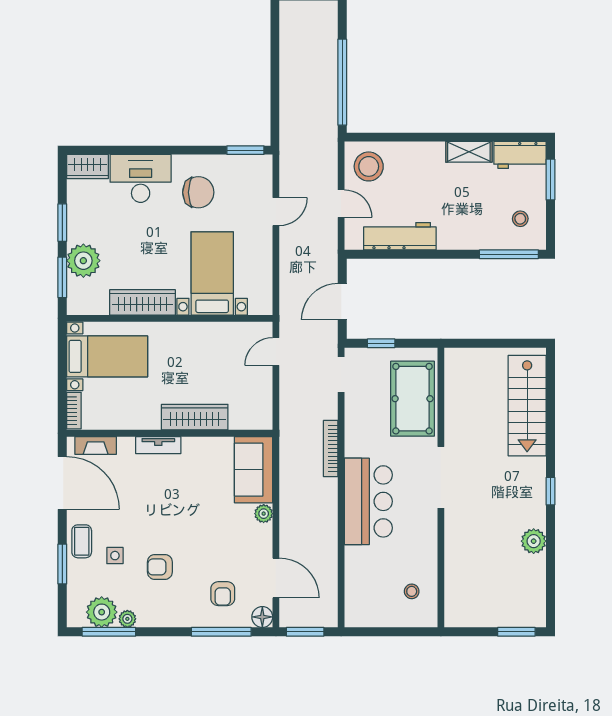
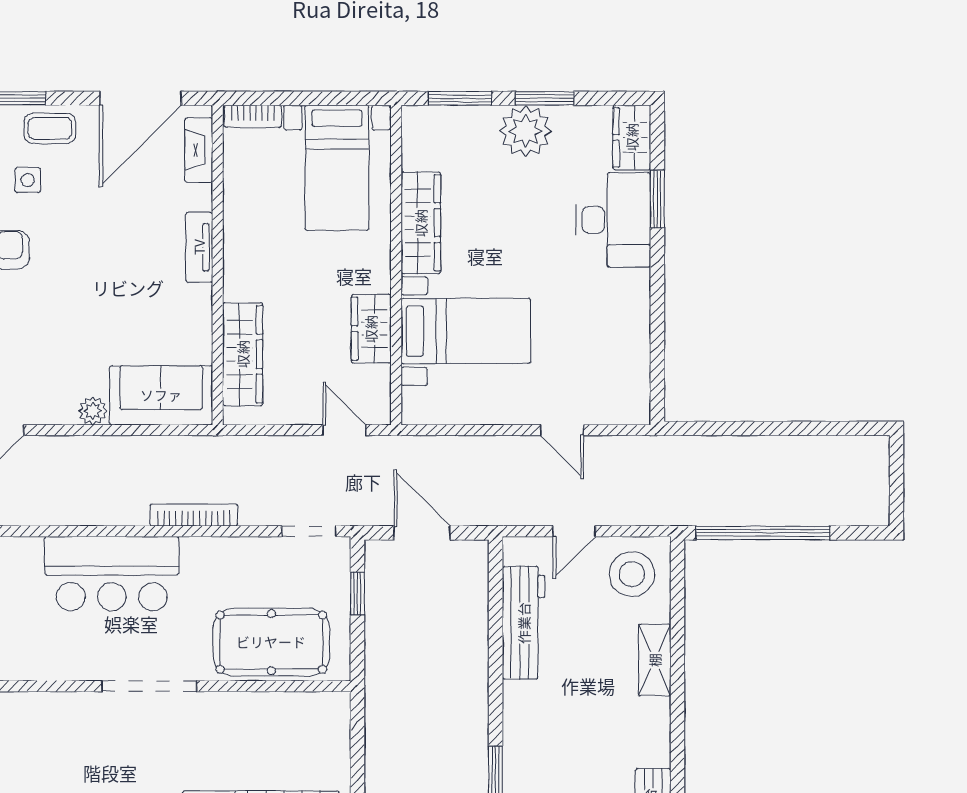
window: (245, 150) -> (657, 199), moved
shelving: (469, 152) -> (655, 660), moved
chair: (198, 192) -> (592, 310), removed
plant: (83, 261) -> (526, 131), moved
wardrobe: (211, 334) -> (371, 329), added
wardrobe: (195, 417) -> (243, 354), moved

